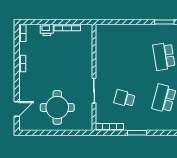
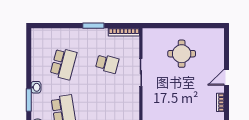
round table: (57, 107) -> (182, 54), width x0.73, depth x0.73
door: (17, 109) -> (226, 77), moved

